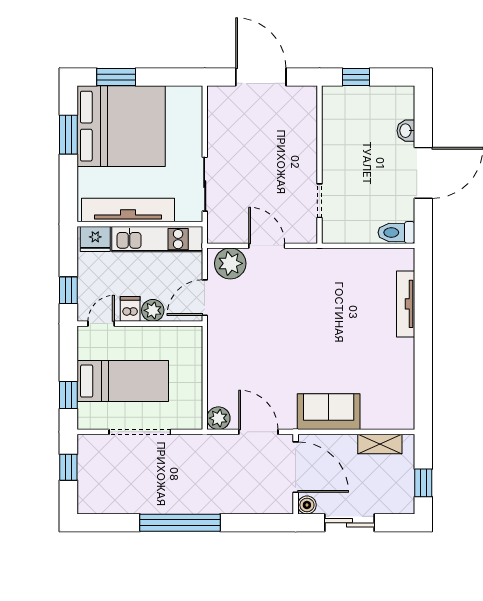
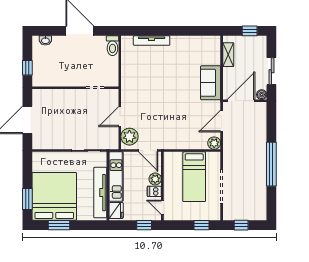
washbasin: (406, 131) -> (45, 40), moved
bed: (123, 381) -> (194, 177), moved, turned 180

